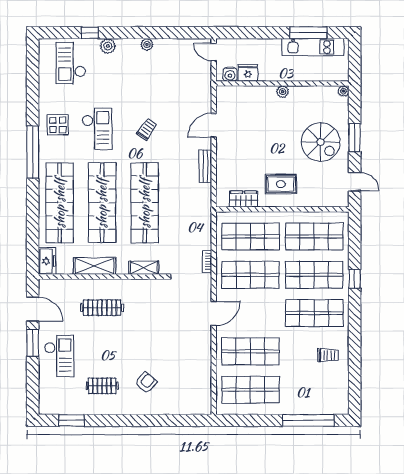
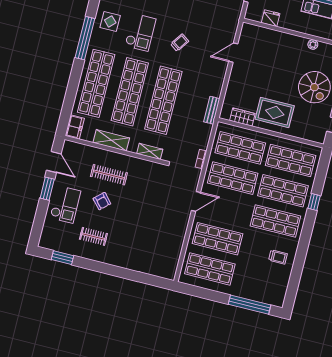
water cooler: (230, 74) -> (256, 16), removed
plant: (283, 92) -> (313, 44), moved
bench: (205, 166) -> (212, 110), moved
rug: (281, 184) -> (275, 112), width x1.36, depth x1.43
armchair: (146, 383) -> (102, 201), moved, turned 96

